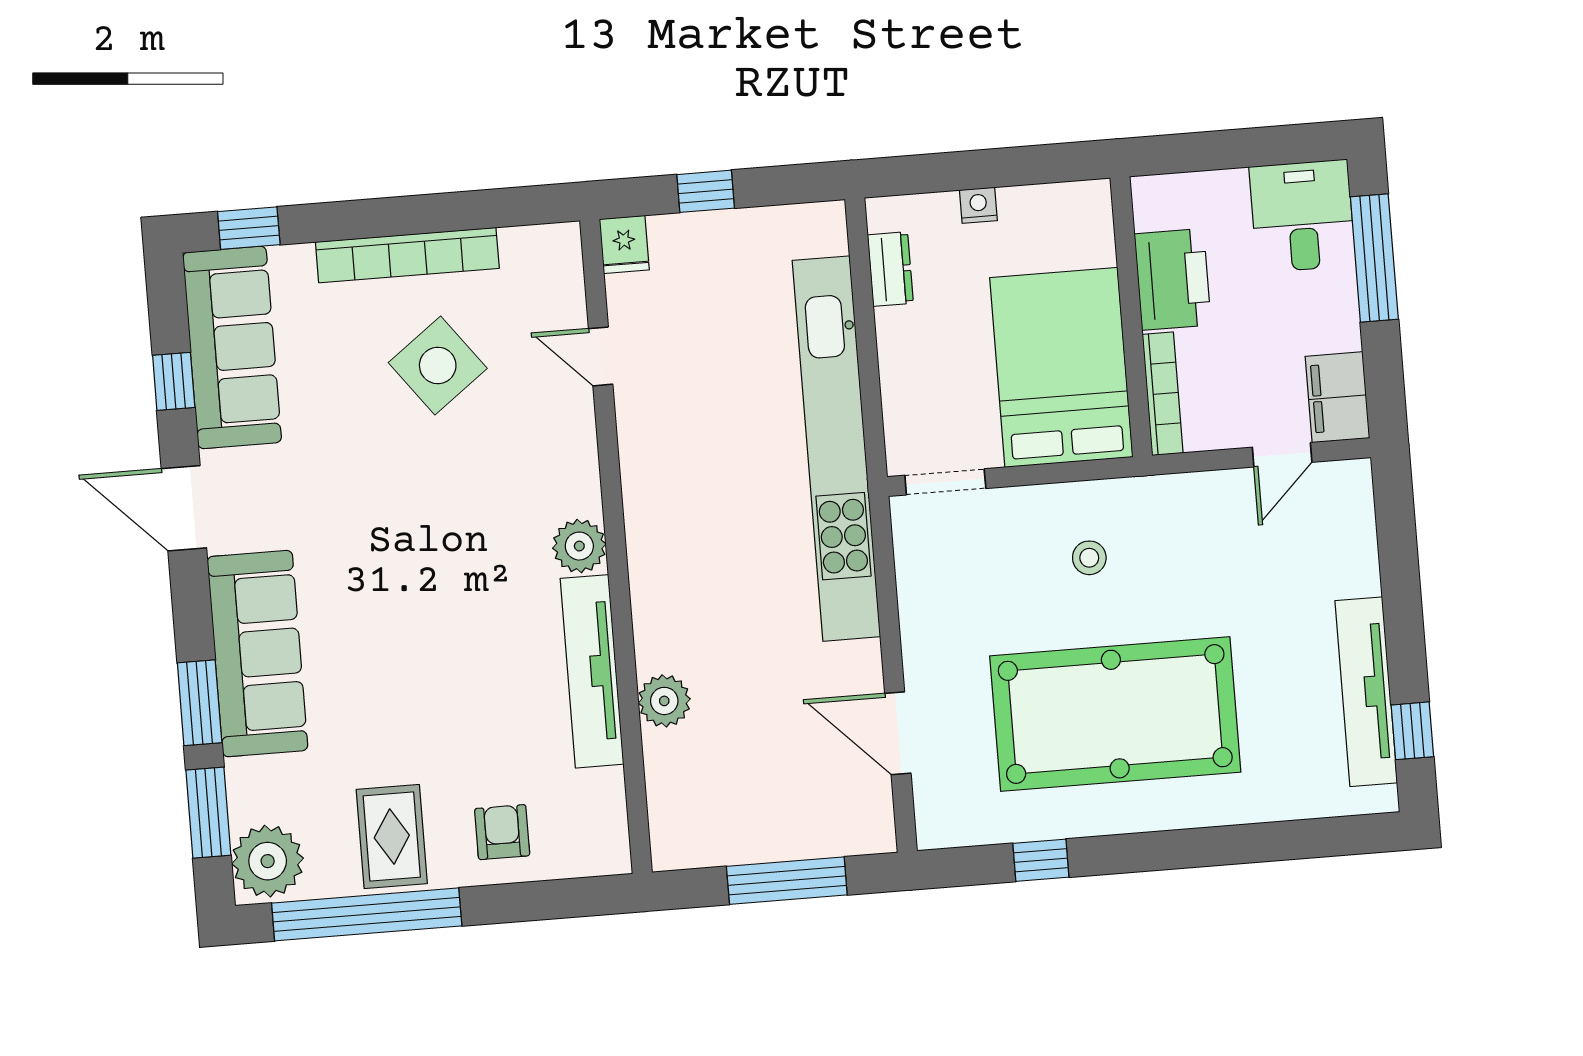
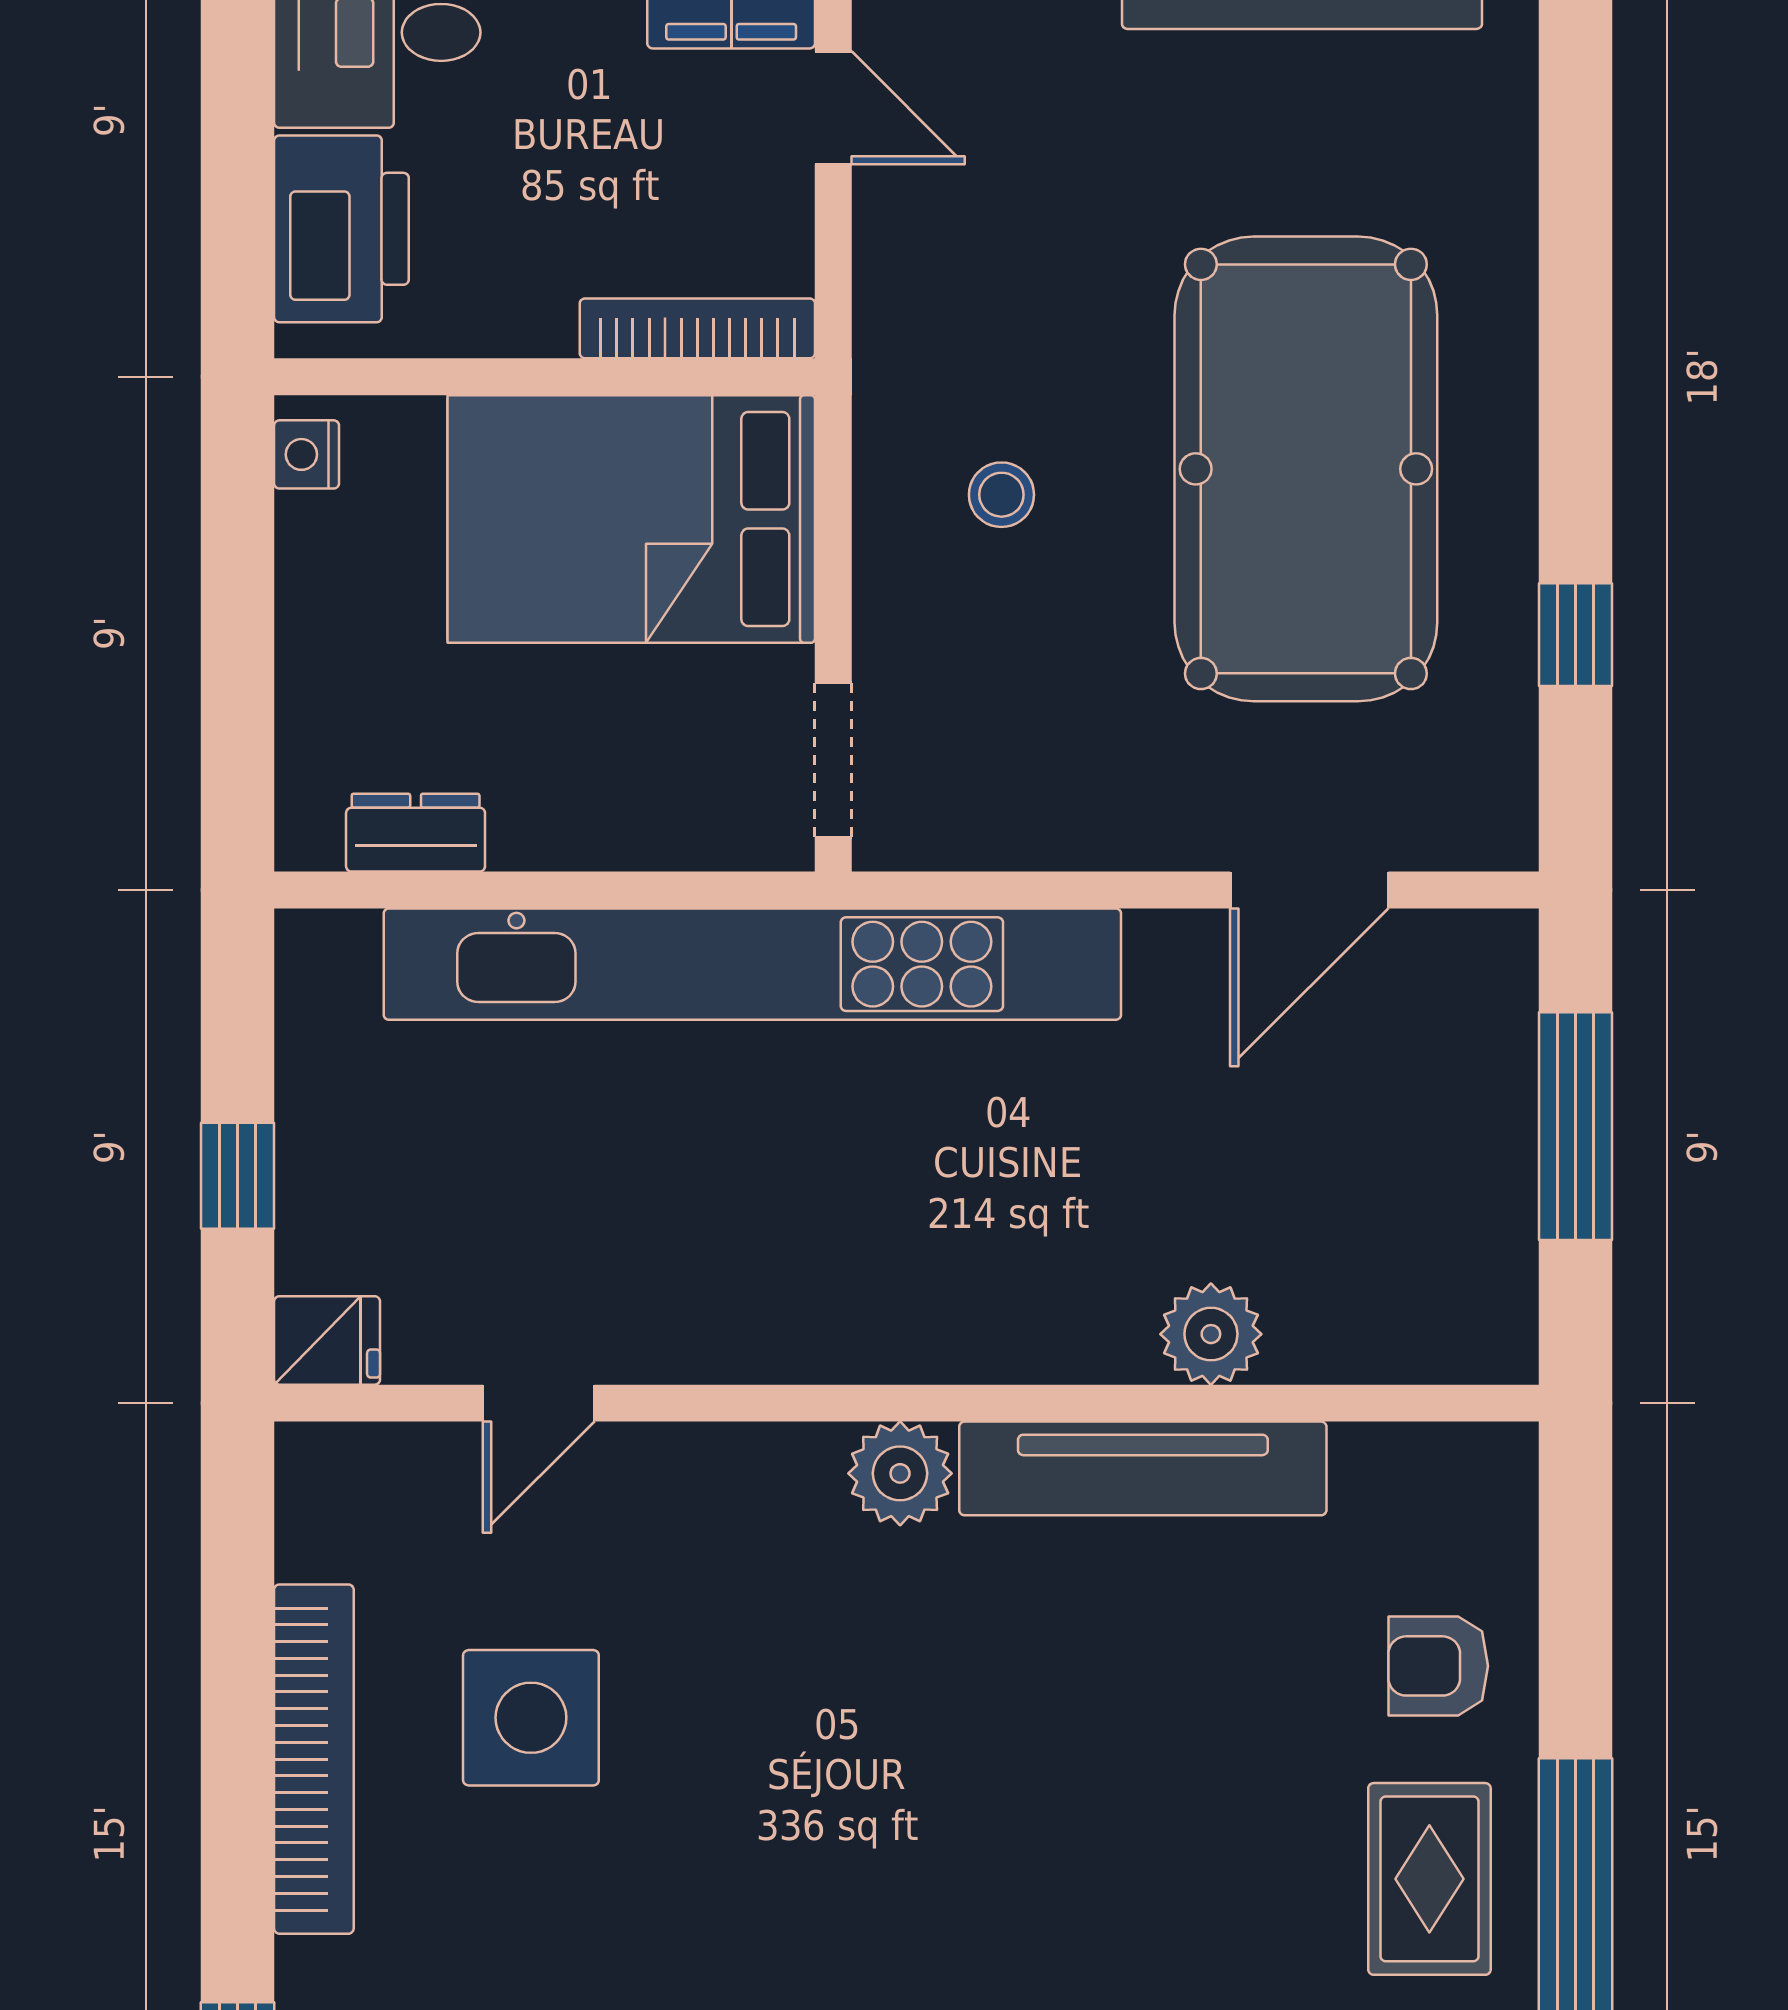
nightstand: (978, 205) -> (307, 454), moved
printer: (1173, 279) -> (341, 229), moved, turned 90
side table: (438, 365) -> (531, 1718), turned 37
rug: (392, 837) -> (1429, 1879), turned 90

